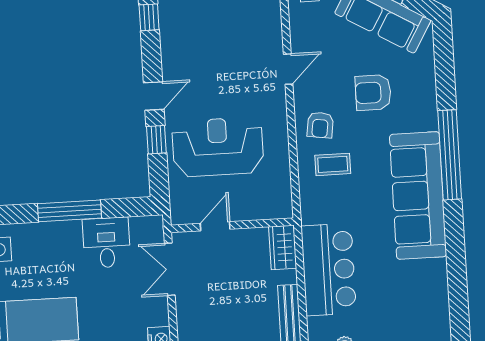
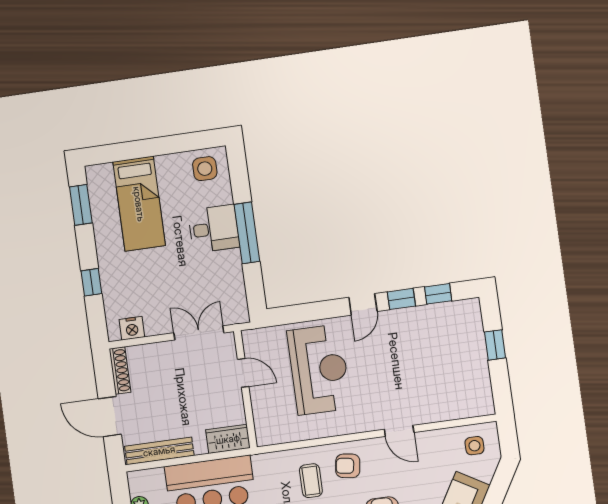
door: (154, 96) -> (363, 304), hinge flipped
window: (156, 140) -> (401, 299), moved
desk: (106, 243) -> (214, 229), moved

